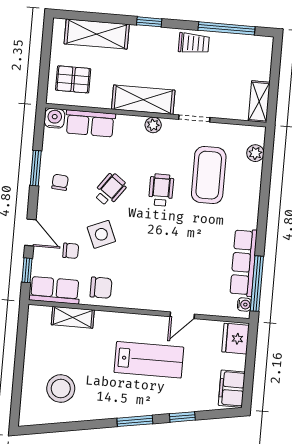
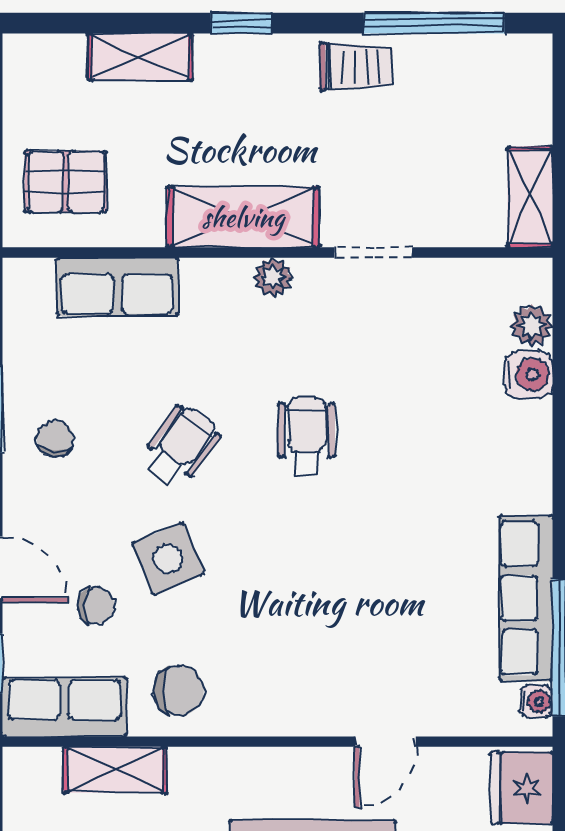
shelving: (97, 34) -> (140, 57), width x0.67, depth x0.75
water cooler: (55, 118) -> (529, 374), moved, turned 90
coffee table: (209, 175) -> (421, 389), removed

